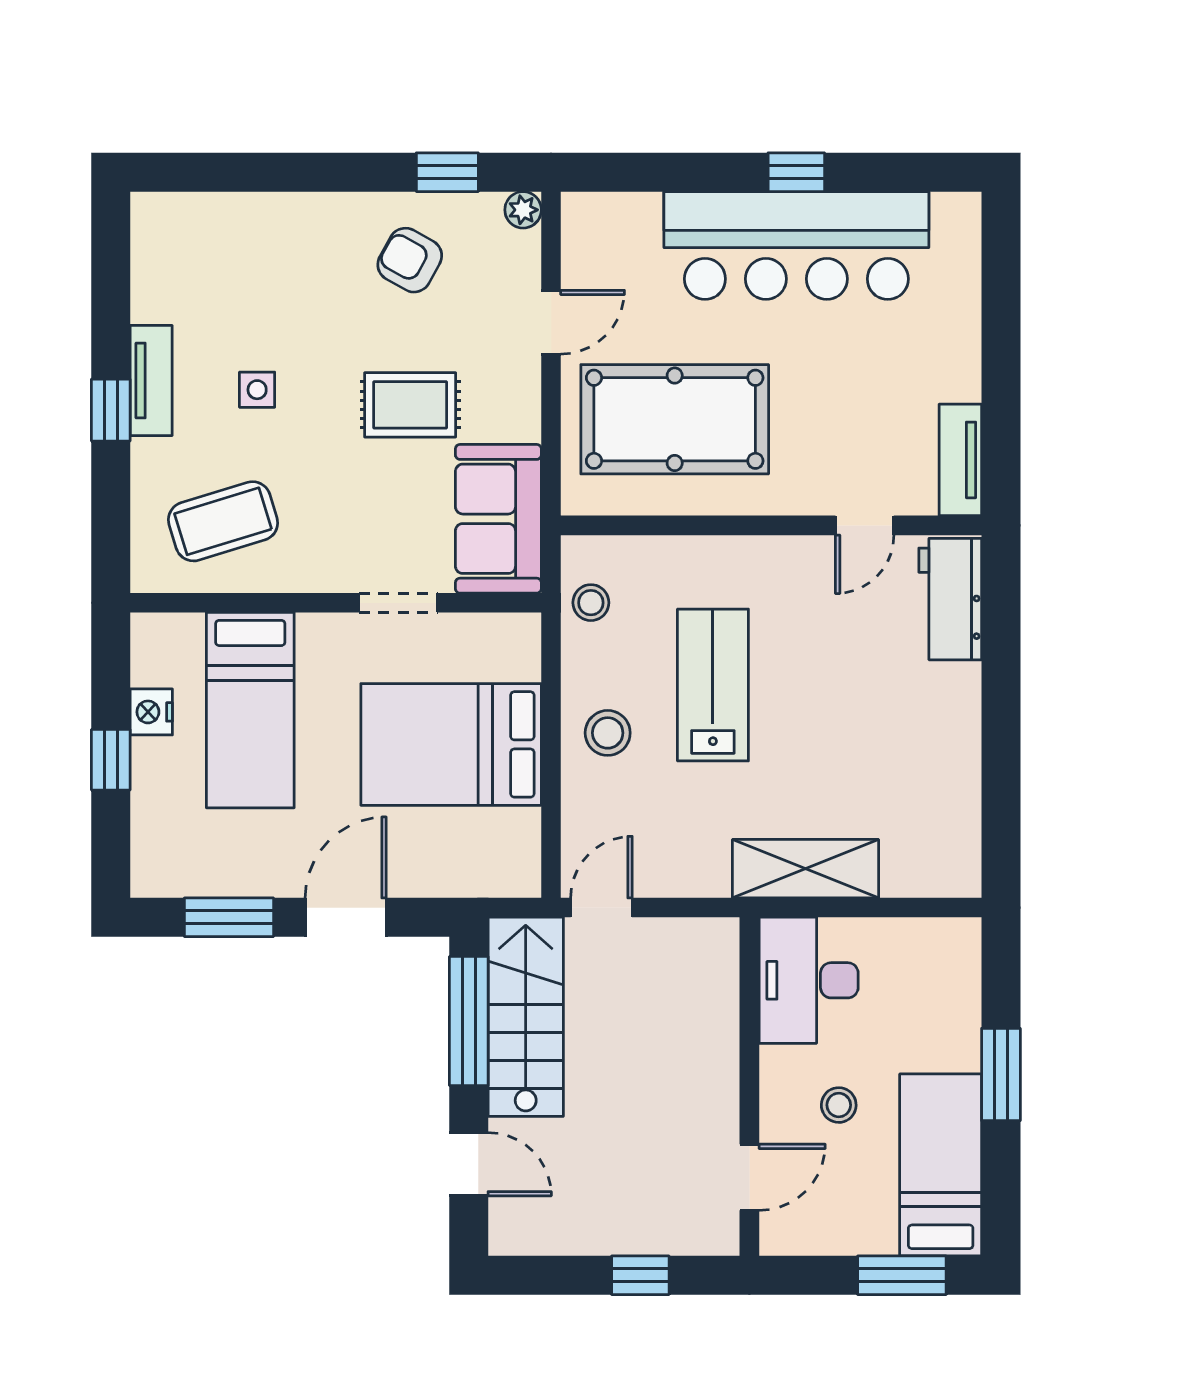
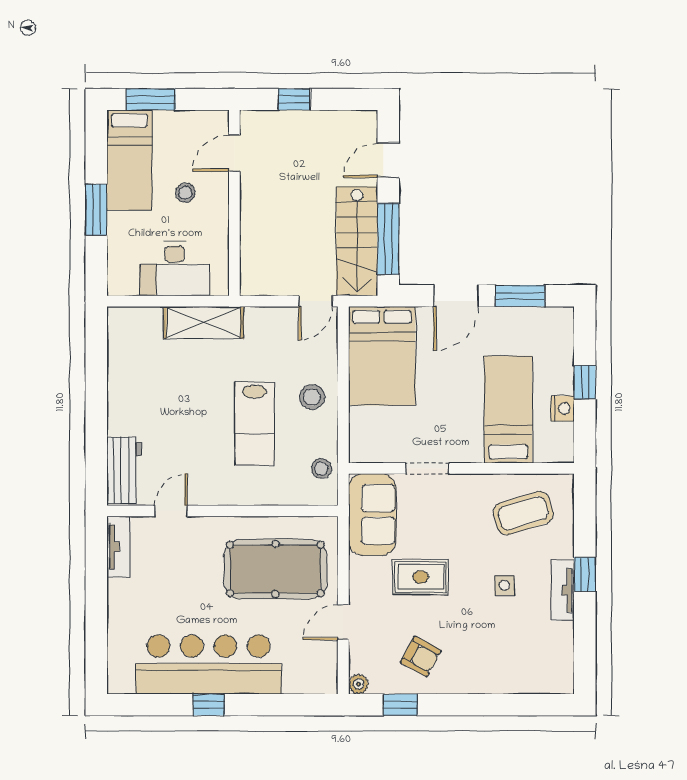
bed: (451, 744) -> (382, 356), moved, turned 90
desk: (809, 980) -> (174, 269), moved, turned 90
door: (469, 1164) -> (388, 160), hinge flipped

